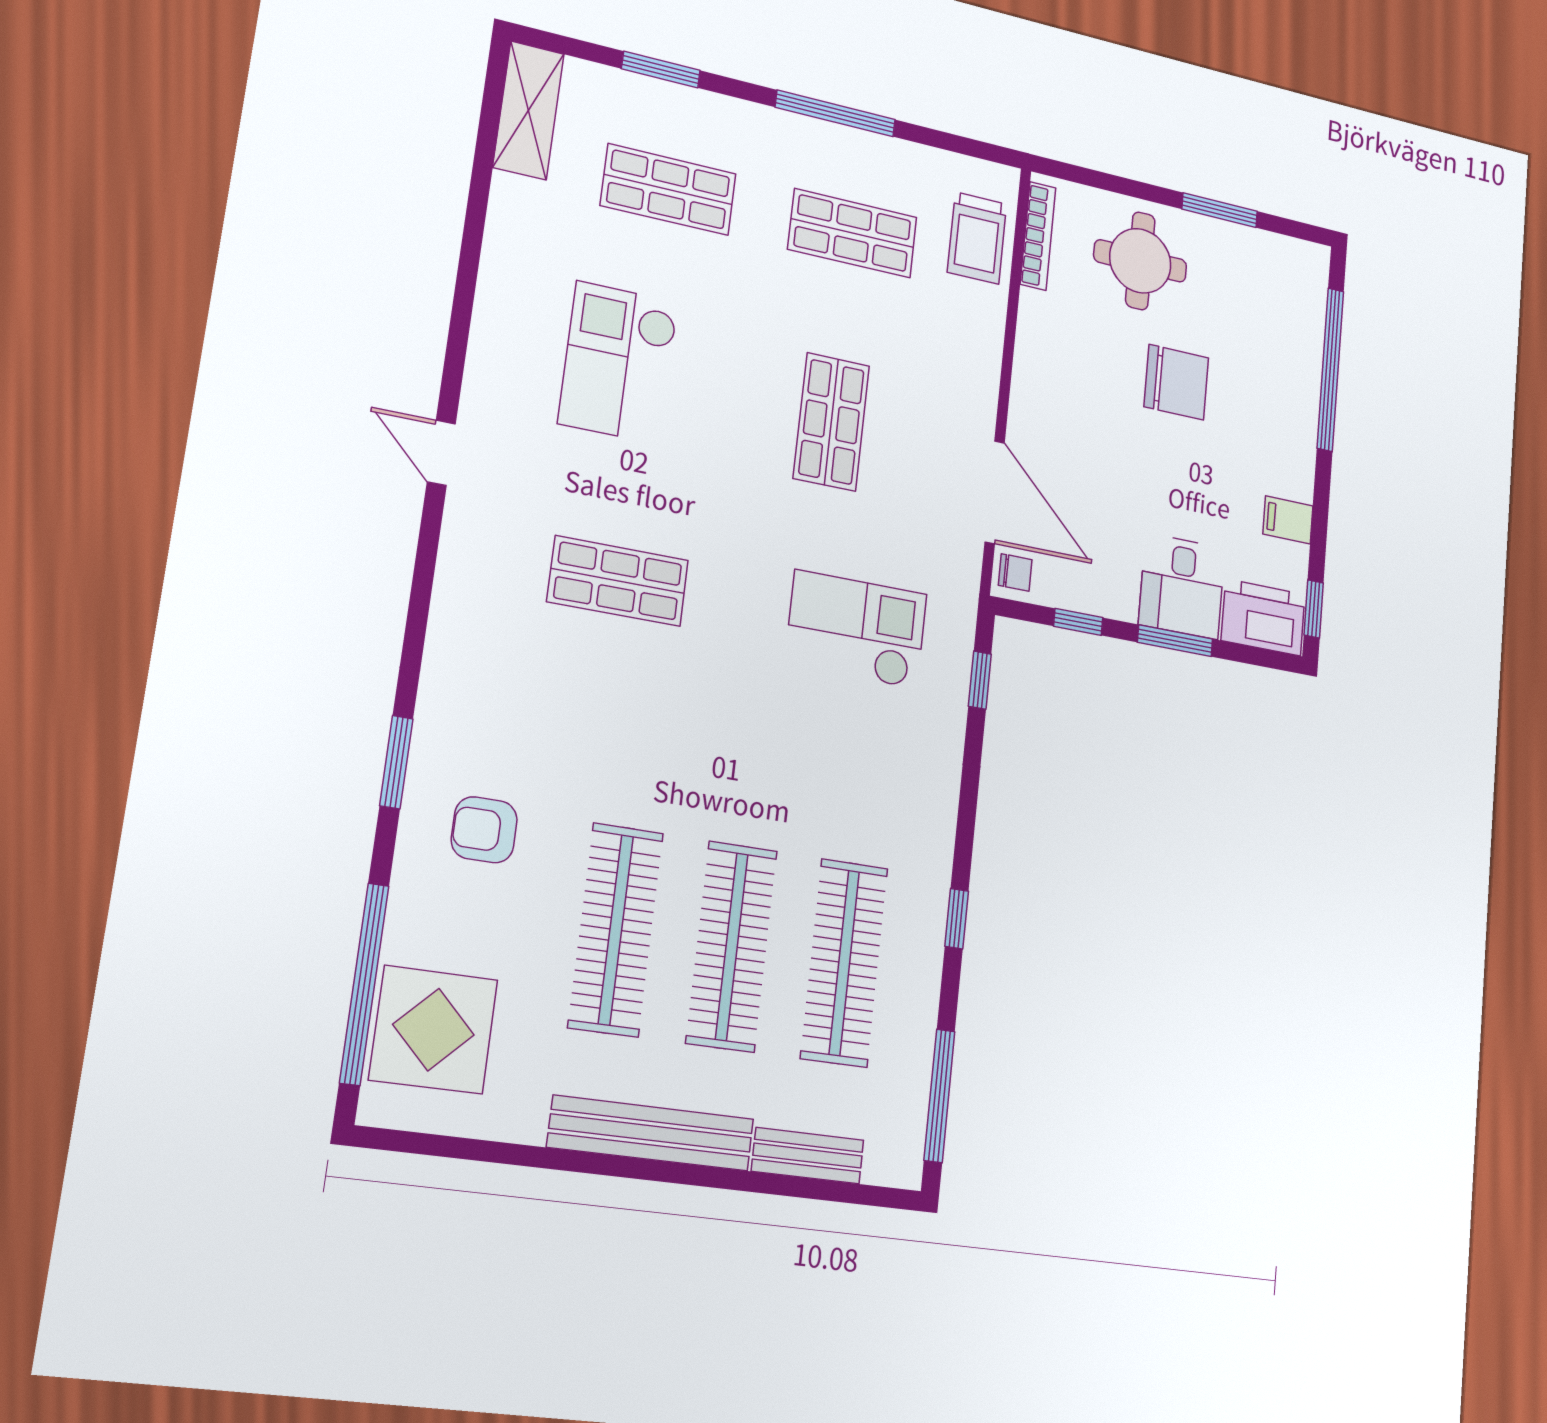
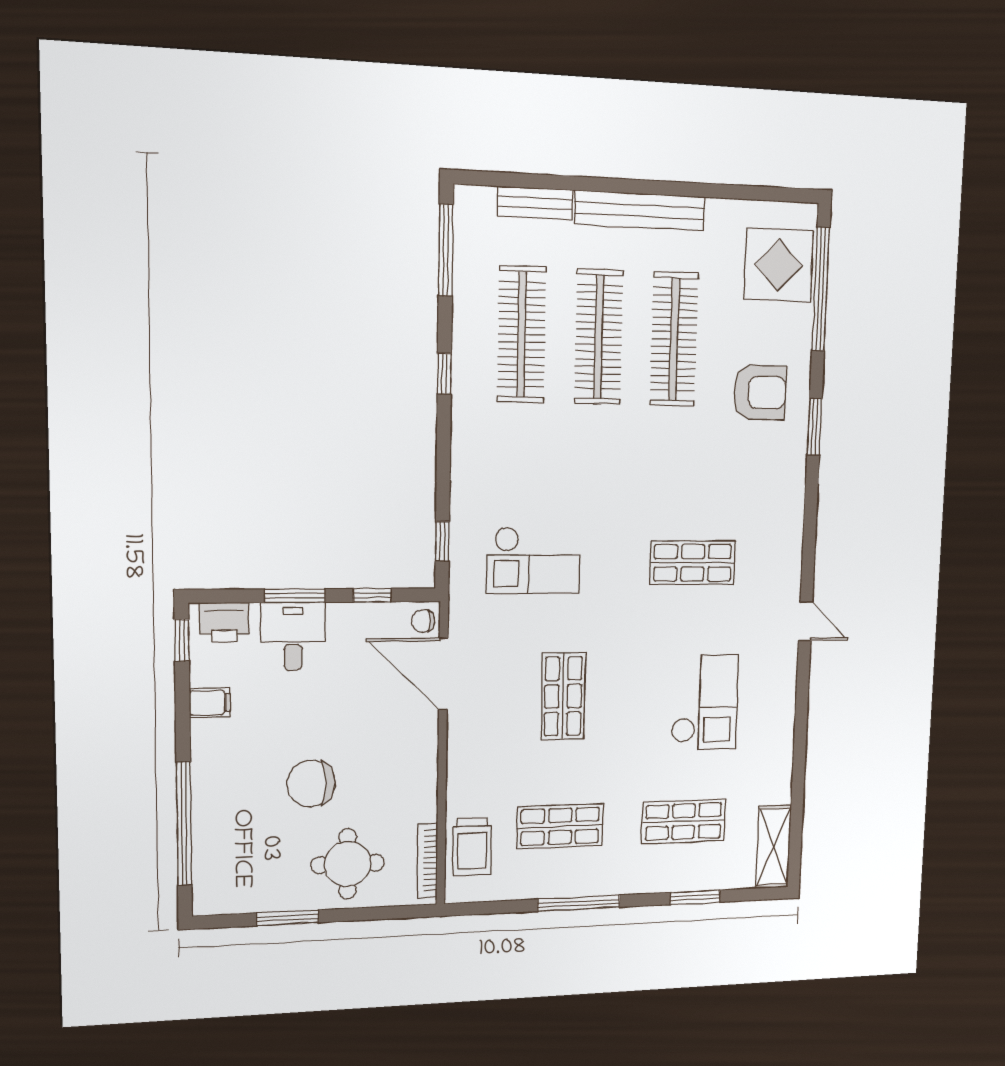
trolley: (977, 238) -> (472, 847), turned 180
printer: (1263, 617) -> (224, 622), width x0.73, depth x0.84
armchair: (484, 830) -> (760, 392), width x1.38, depth x1.38

